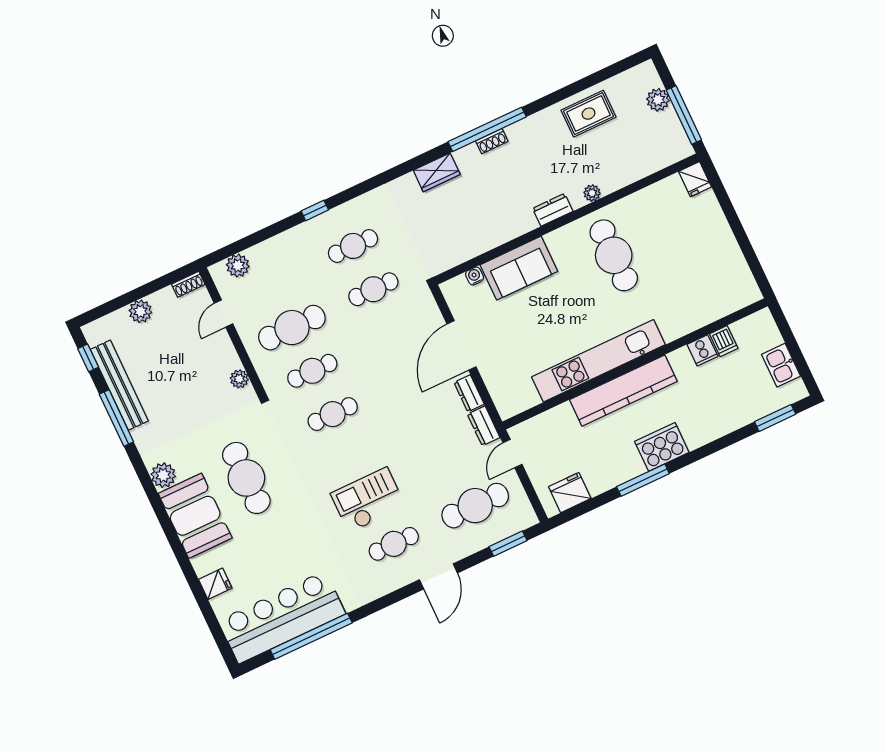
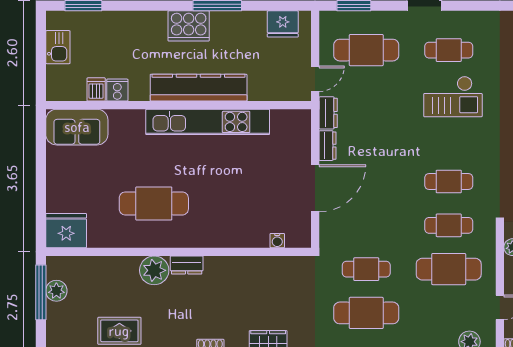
plant: (658, 100) -> (56, 291), moved
fridge: (695, 179) -> (66, 231), width x1.88, depth x1.34
plant: (592, 193) -> (154, 270), width x1.87, depth x1.87
cafe table: (353, 246) -> (366, 313), width x1.37, depth x1.35
cafe table: (614, 255) -> (154, 203), turned 90
sofa: (519, 268) -> (77, 127), moved, turned 180

